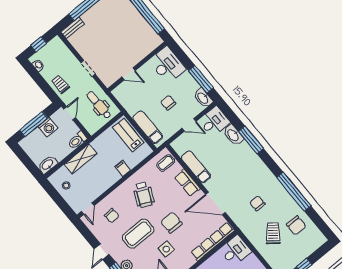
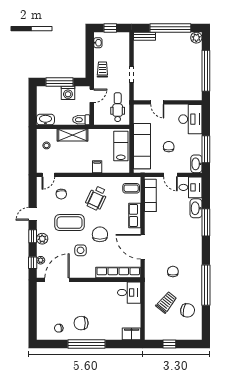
exam couch: (148, 127) -> (142, 146), width x1.36, depth x1.45
exam couch: (196, 167) -> (150, 195), moved
chair: (296, 225) -> (188, 310), turned -80

